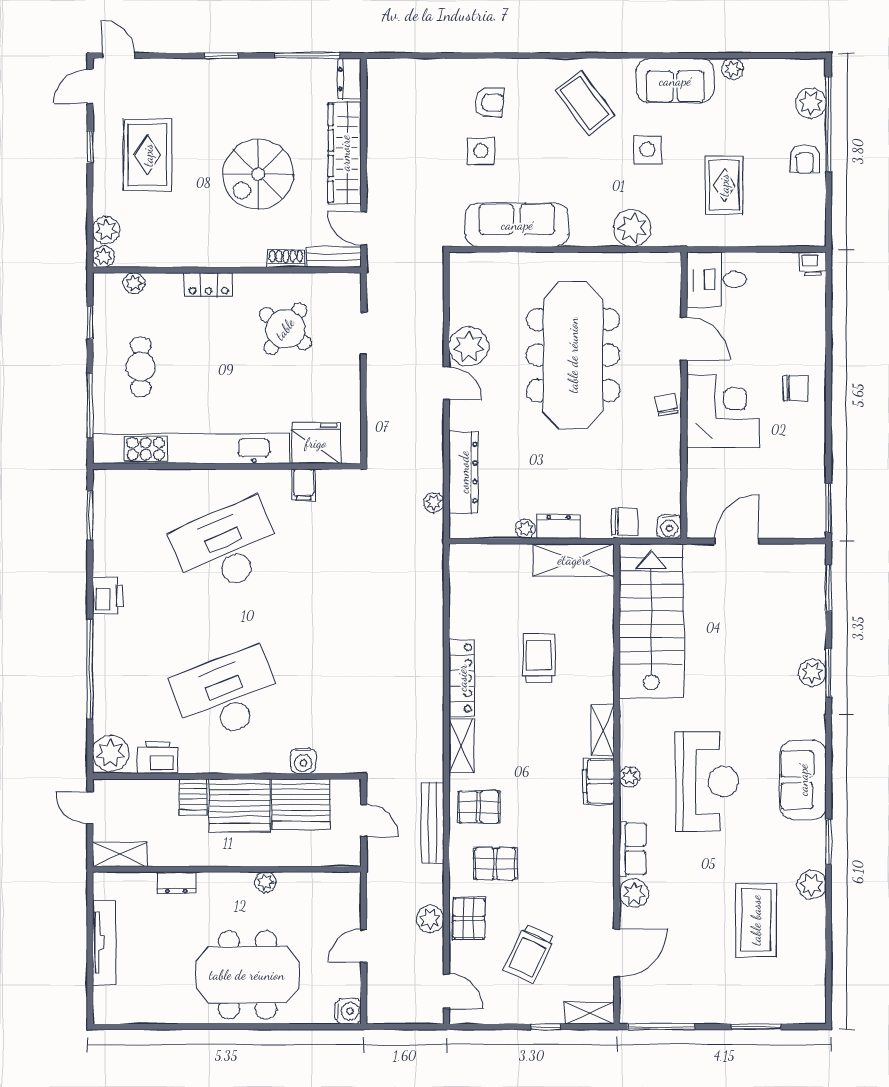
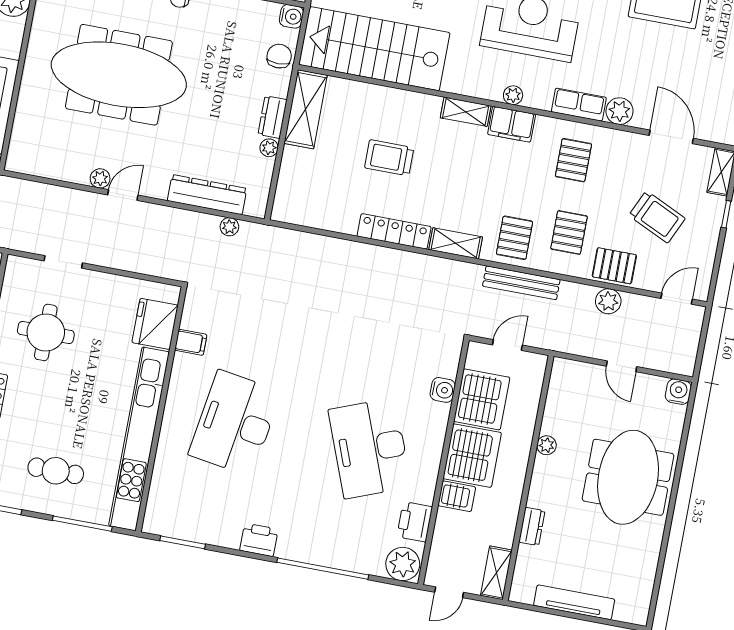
round table: (285, 329) -> (46, 332), turned -37
plant: (469, 347) -> (100, 178), width x0.53, depth x0.53
desk: (227, 547) -> (235, 423), turned 33
pallet: (573, 854) -> (573, 160), added

